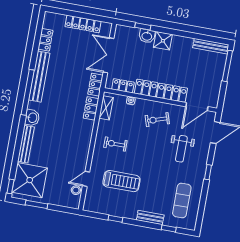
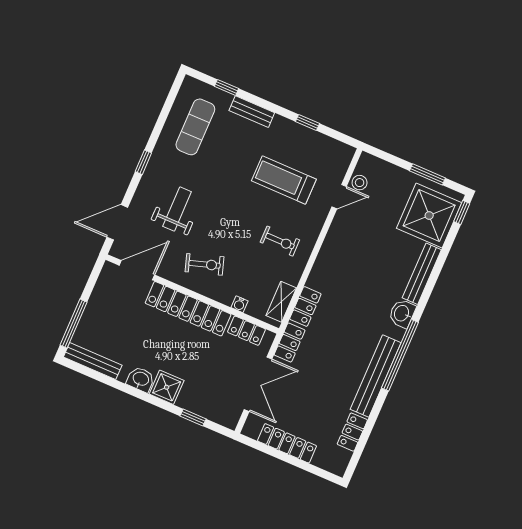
washbasin: (147, 36) -> (141, 379), moved

